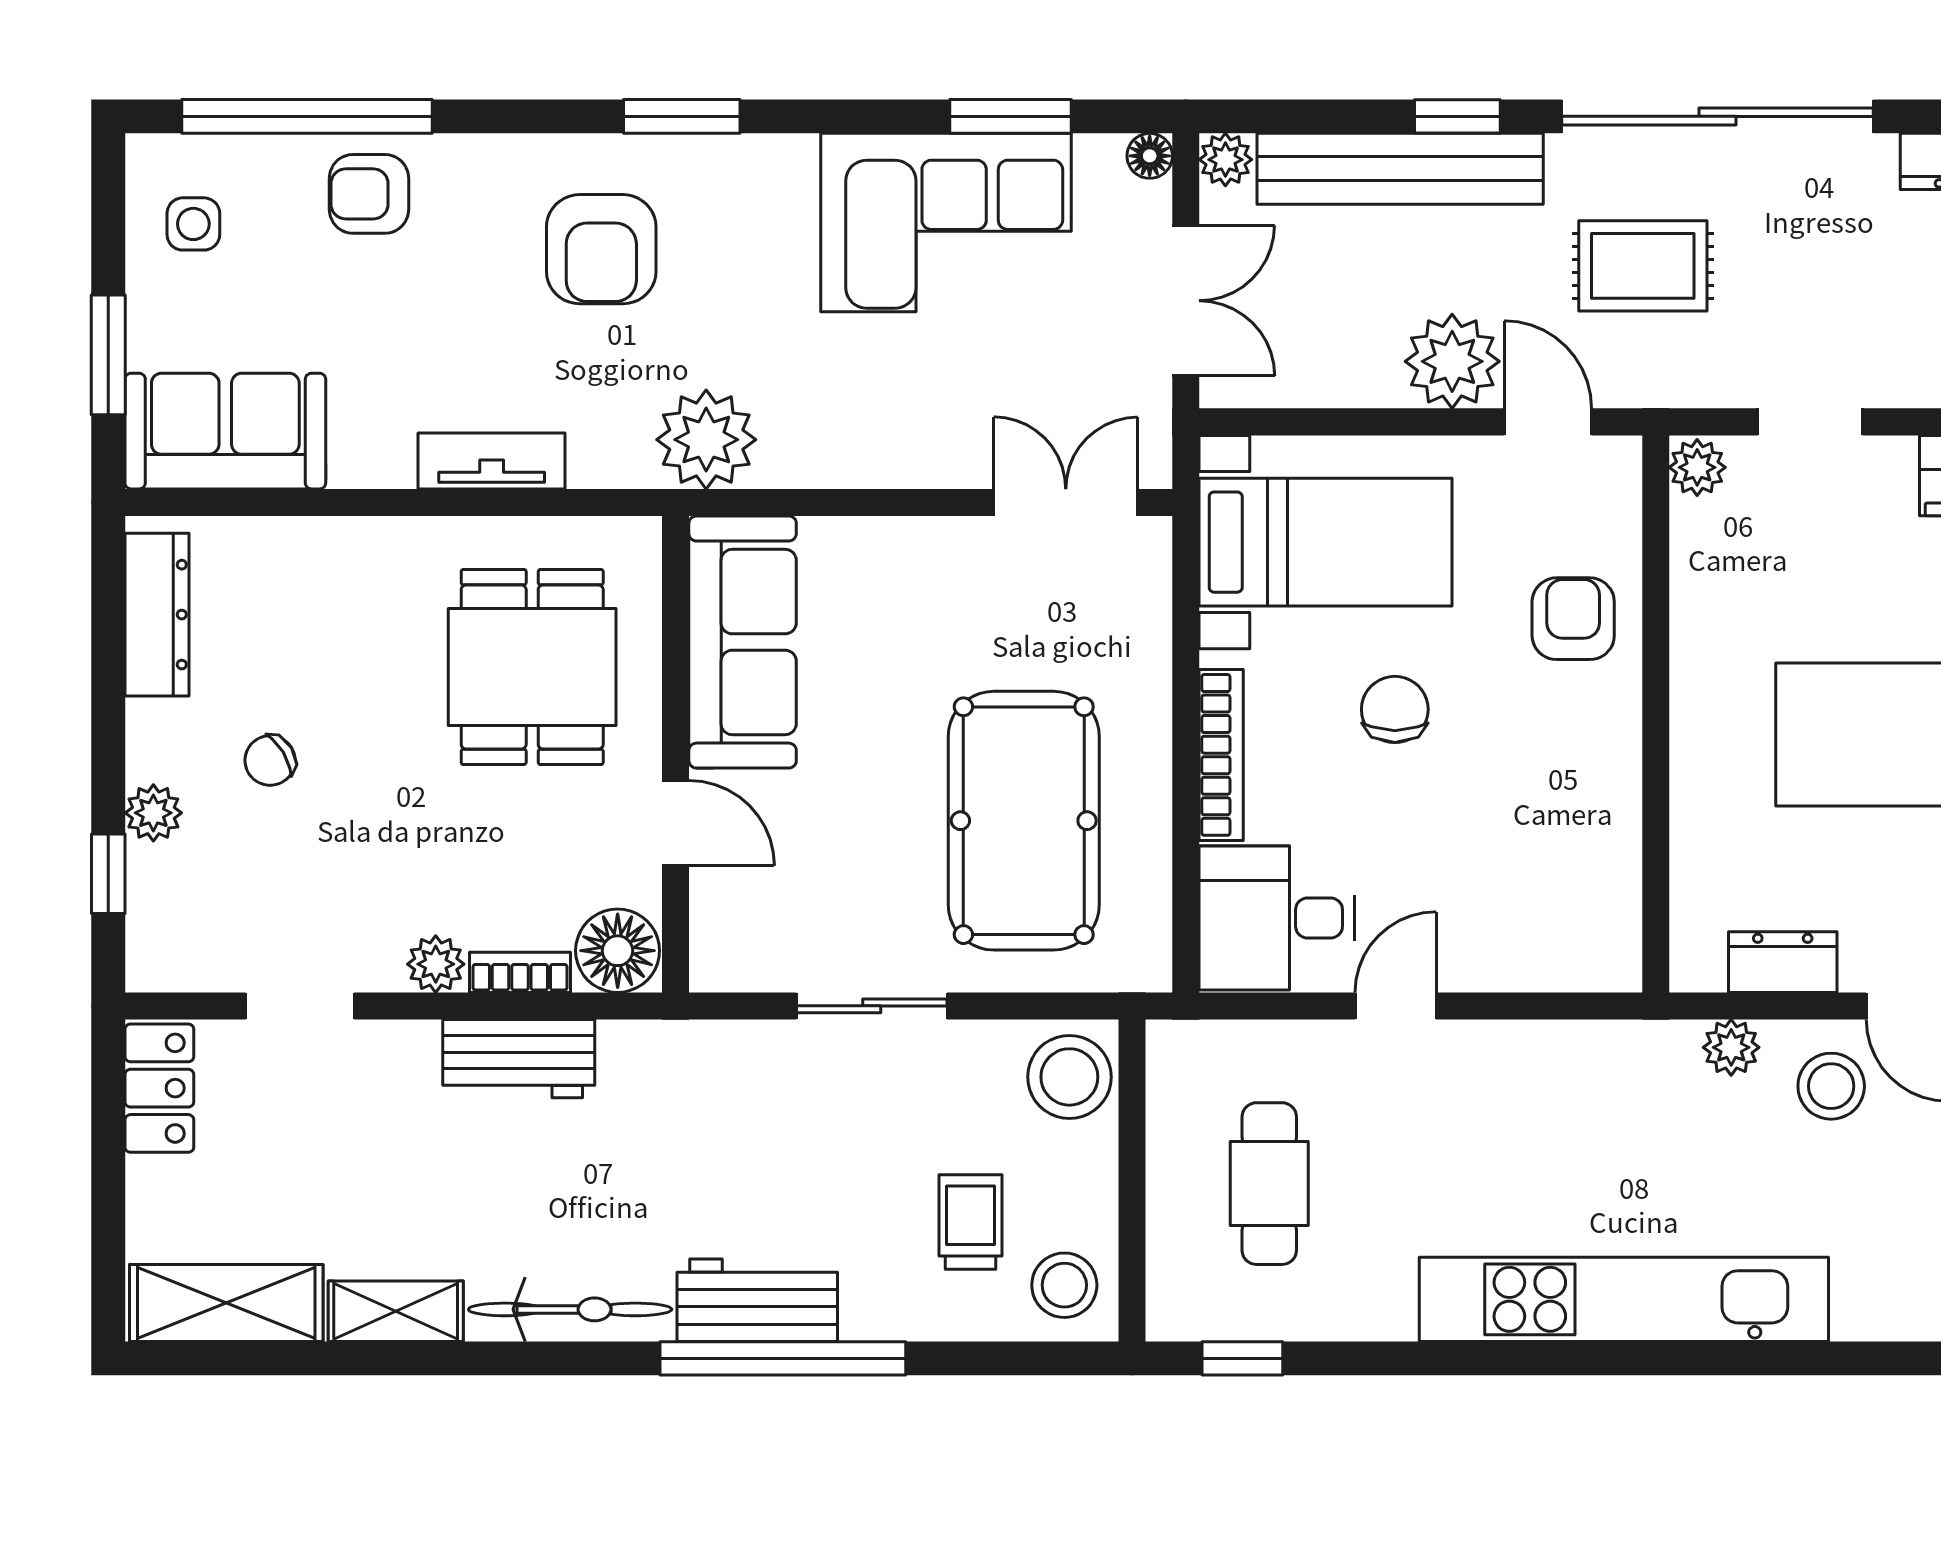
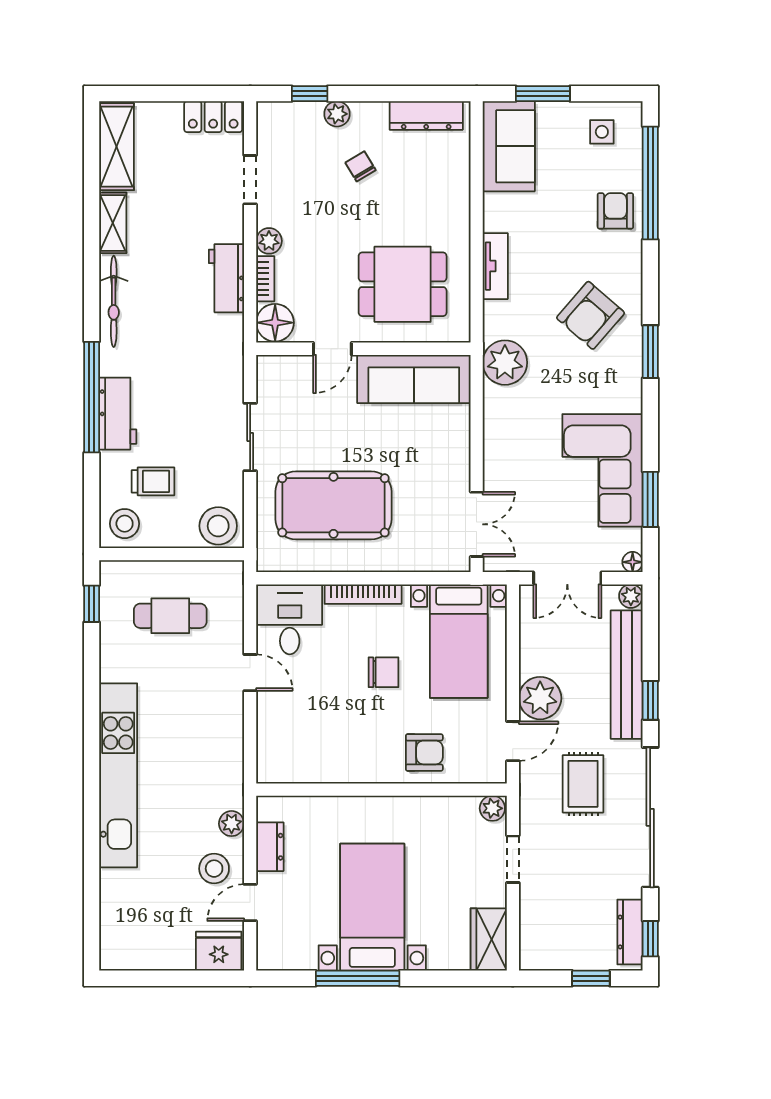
armchair: (601, 249) -> (591, 315), turned -49
workbench: (757, 1300) -> (118, 414), moved

